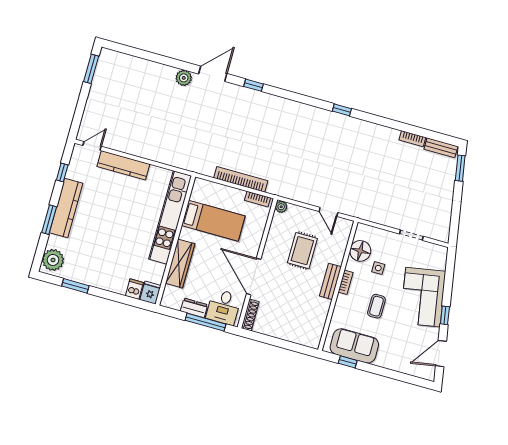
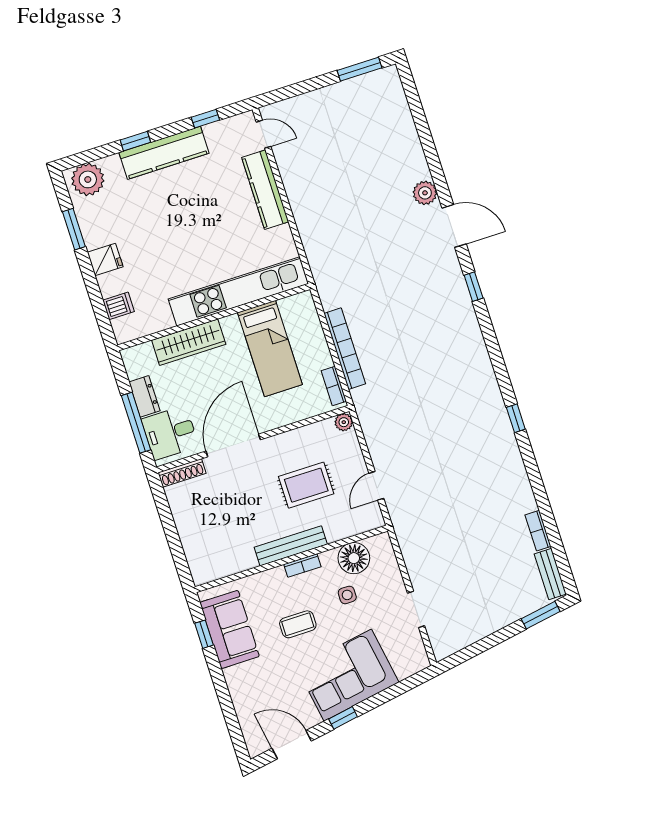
window: (49, 220) -> (135, 141), width x0.67
bench: (330, 281) -> (291, 546), width x1.36
fridge: (150, 293) -> (105, 260), moved

